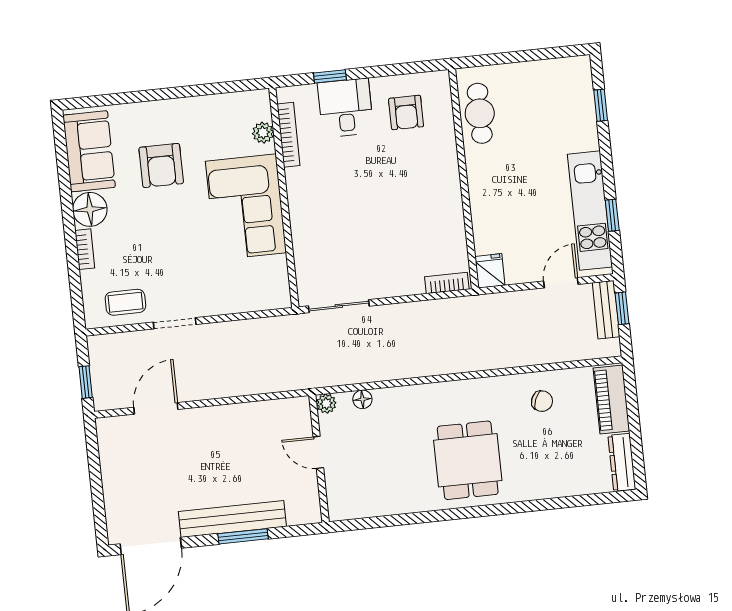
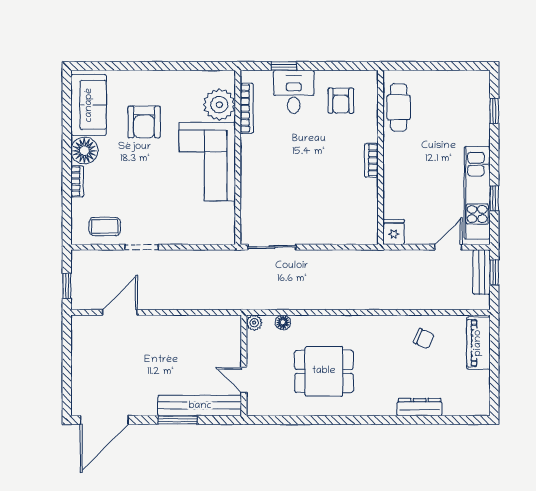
plant: (263, 133) -> (219, 105), width x1.88, depth x1.88
bookcase: (447, 283) -> (371, 160), moved, turned -90
door: (318, 452) -> (244, 380), moved
dining table: (468, 460) -> (324, 371), moved, turned 90
dresser: (622, 462) -> (420, 407), moved, turned 90
bench: (232, 519) -> (200, 406), moved

